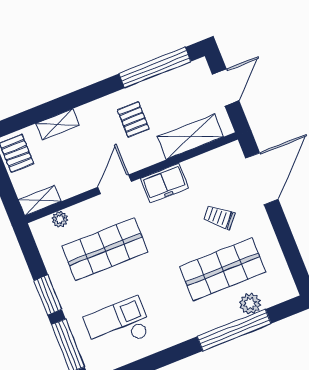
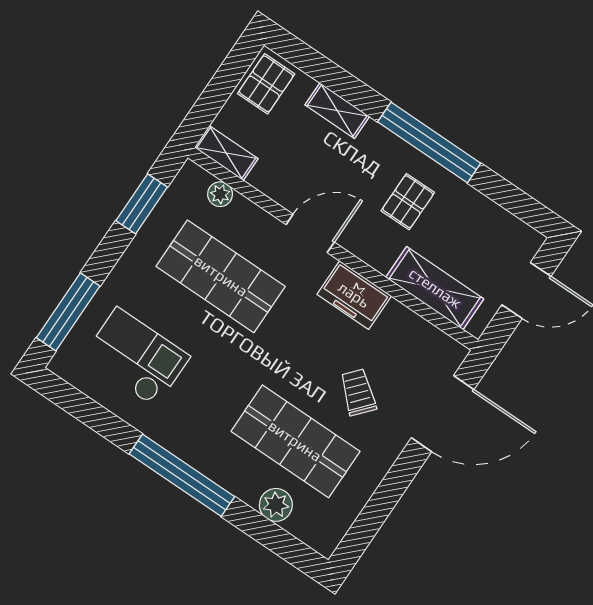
window: (155, 68) -> (429, 143), moved
window: (48, 295) -> (142, 204), moved
window: (234, 330) -> (182, 475), moved

